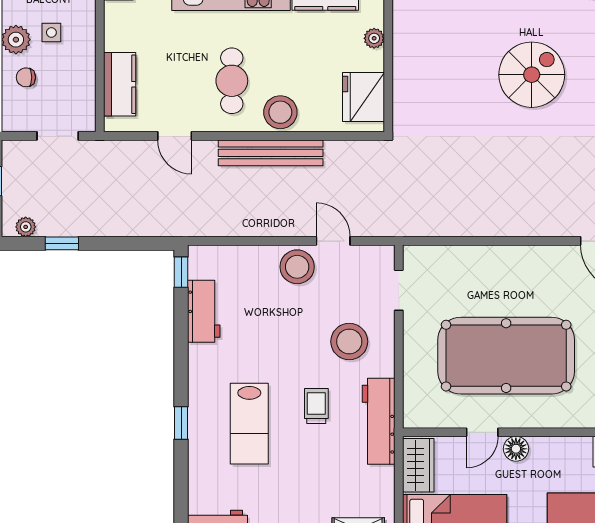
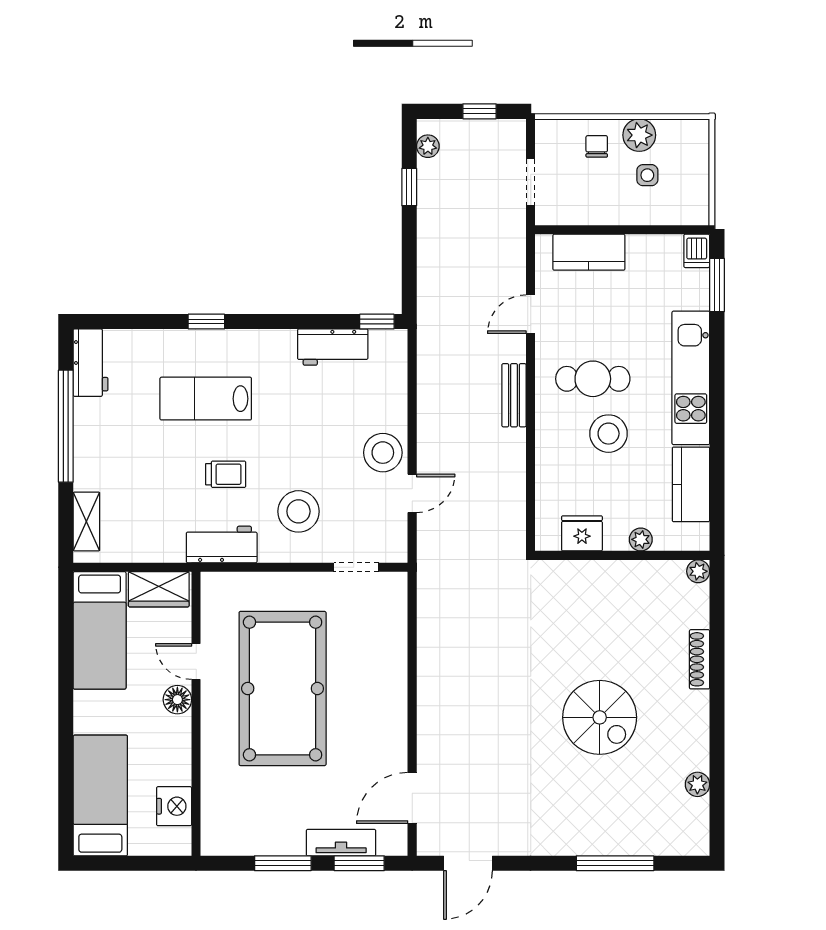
fridge: (363, 97) -> (582, 533), width x0.73, depth x0.75
stool: (280, 112) -> (609, 434), moved
bench: (271, 153) -> (514, 395), width x0.54, depth x0.82
workbench: (379, 421) -> (222, 545), width x0.73

